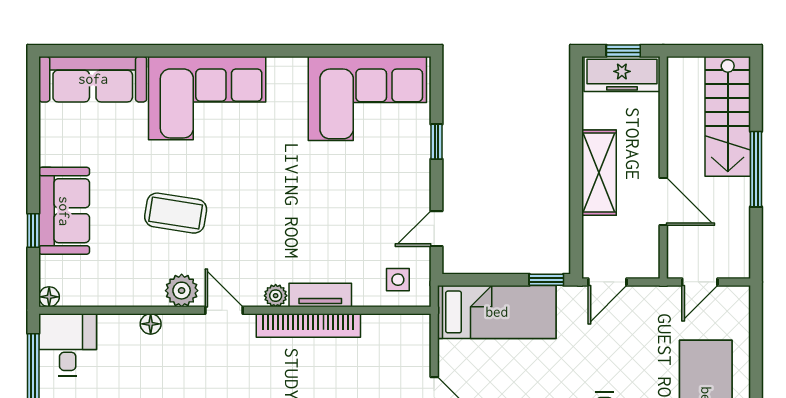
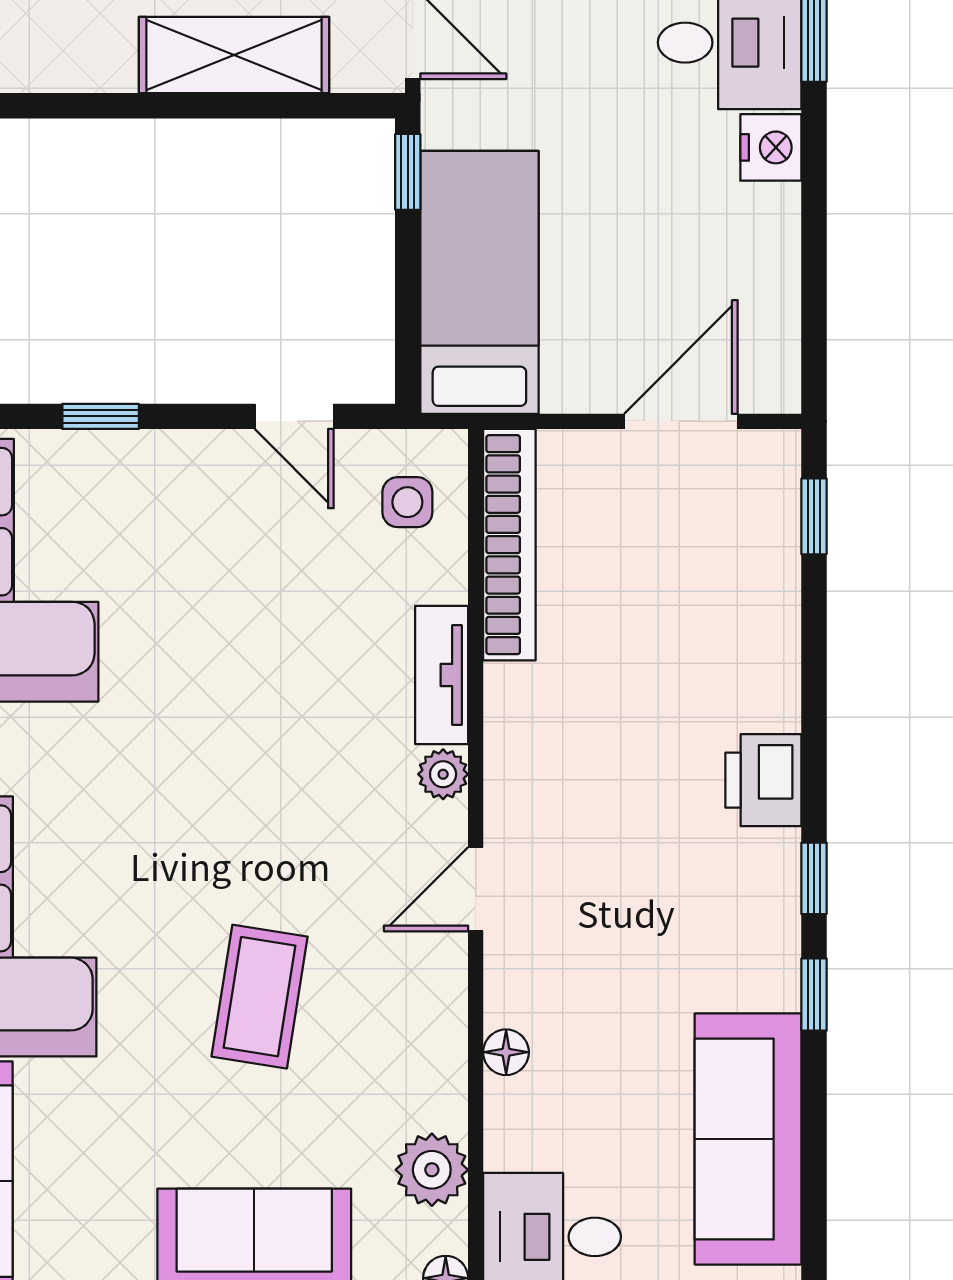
shelving: (599, 173) -> (234, 55), moved
plant: (182, 291) -> (432, 1170), moved
bookcase: (308, 325) -> (509, 545), moved

